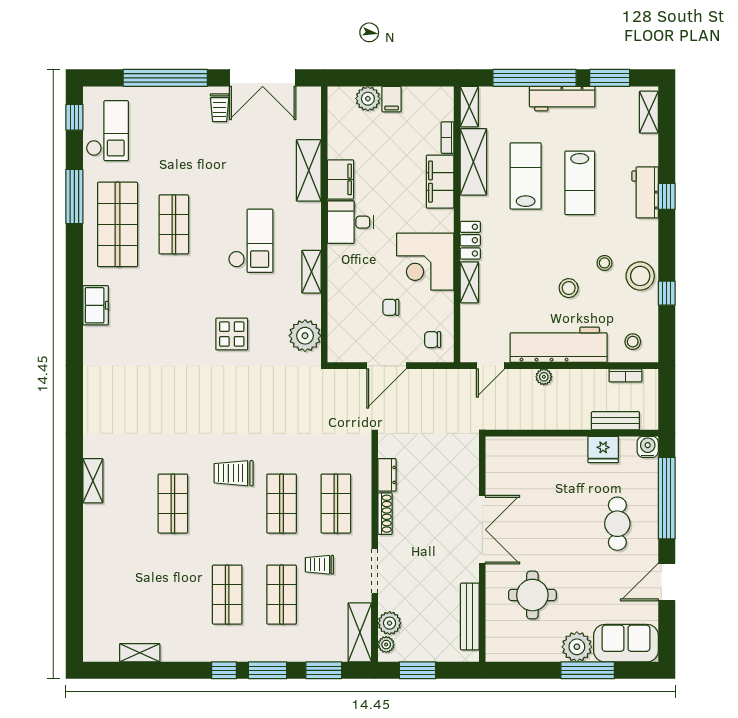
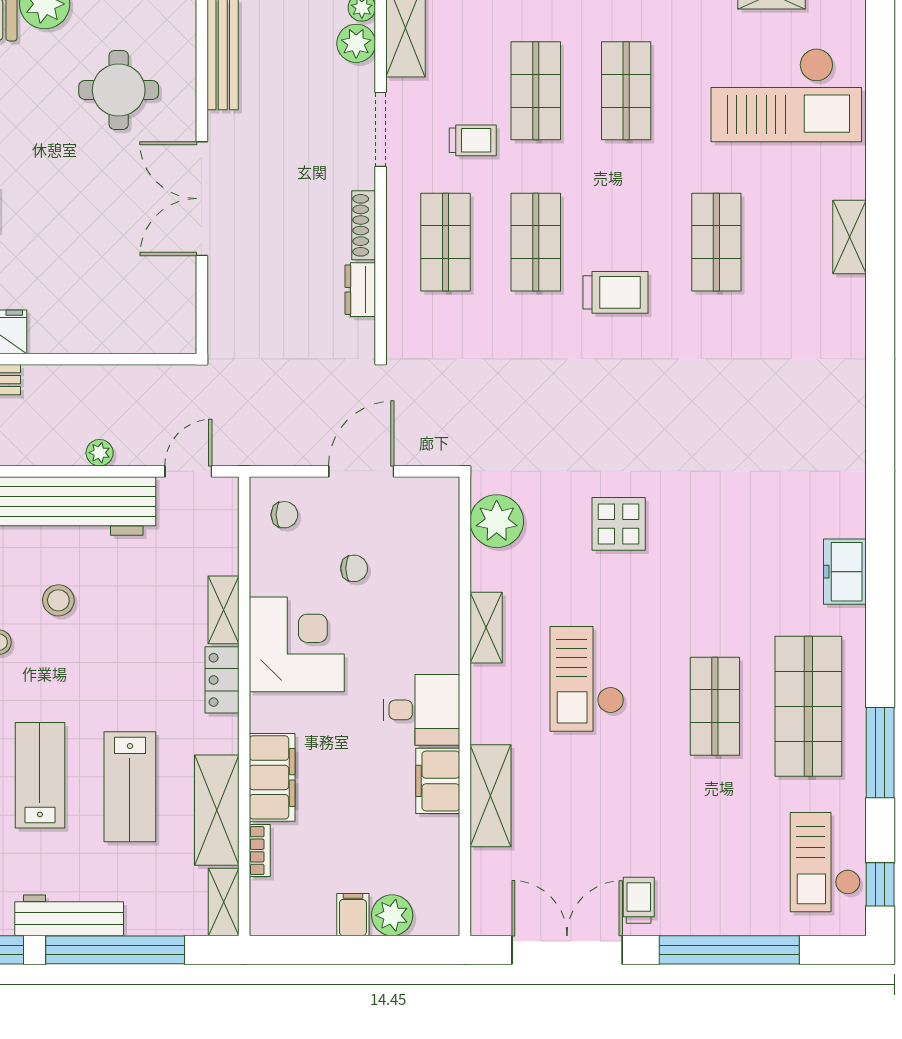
shelving: (93, 481) -> (850, 237), moved
checkout: (131, 592) -> (786, 95), added

